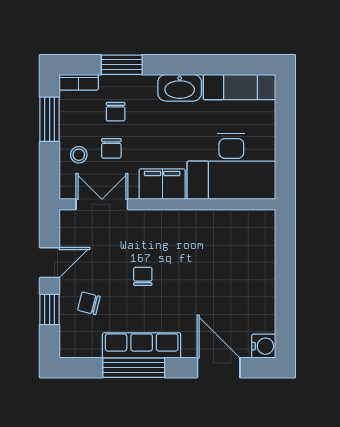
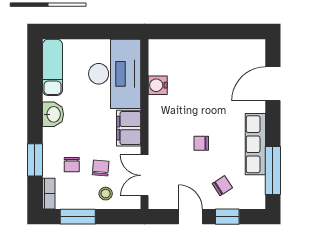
washbasin: (180, 88) -> (53, 114), width x0.72
chair: (116, 112) -> (72, 165), turned 90
chair: (111, 148) -> (101, 168), turned -85
chair: (89, 303) -> (222, 186), turned -137
water cooler: (264, 346) -> (158, 85), moved, turned -90
window: (134, 368) -> (273, 170), moved

